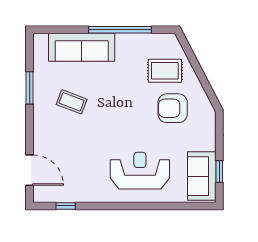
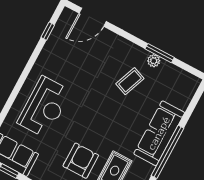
sofa: (82, 47) -> (159, 133), moved
plant: (40, 90) -> (154, 61), added

